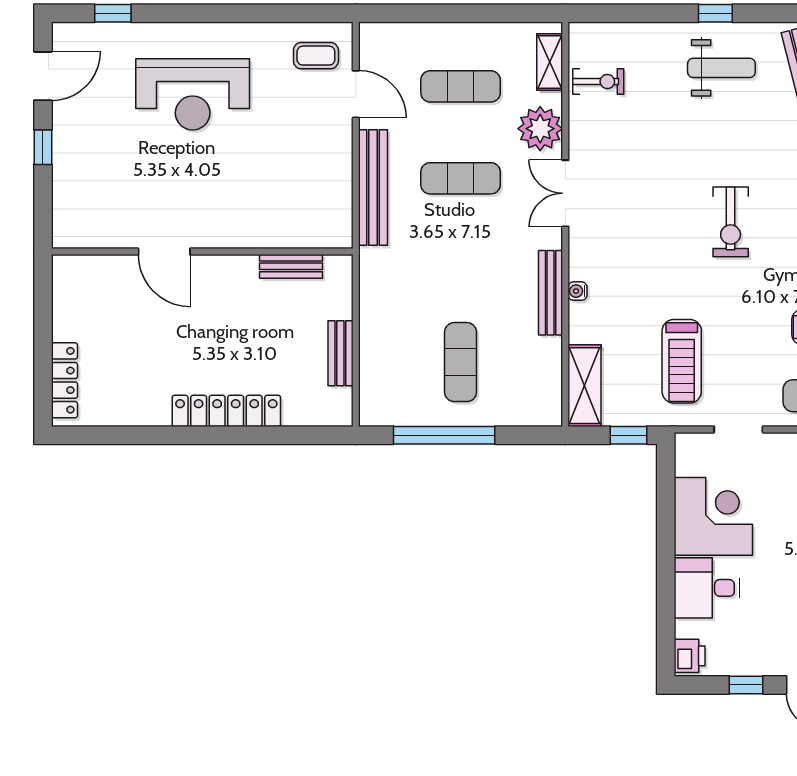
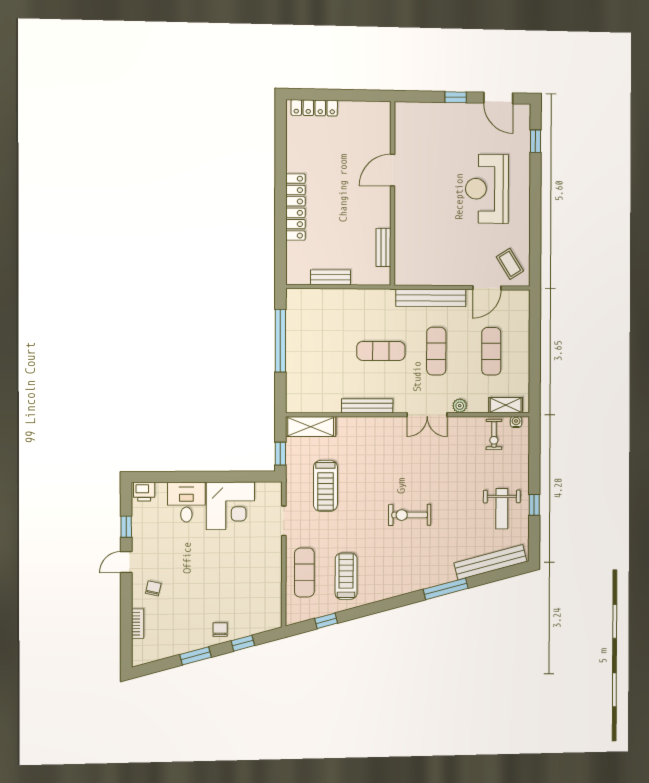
coffee table: (316, 56) -> (510, 264), turned -32
plant: (540, 129) -> (460, 406), width x0.53, depth x0.53
double door: (565, 193) -> (427, 415), swing flipped
water cooler: (578, 291) -> (516, 422), moved
treadmill: (682, 361) -> (325, 486), turned -90
exercise mat: (461, 362) -> (381, 351), moved

